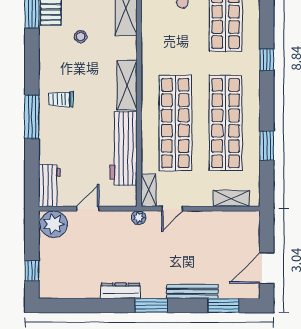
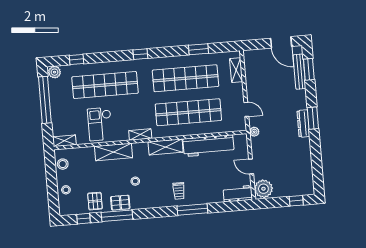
shelving: (148, 190) -> (140, 135), moved
dresser: (121, 291) -> (303, 124), moved
bench: (192, 291) -> (299, 72), moved

